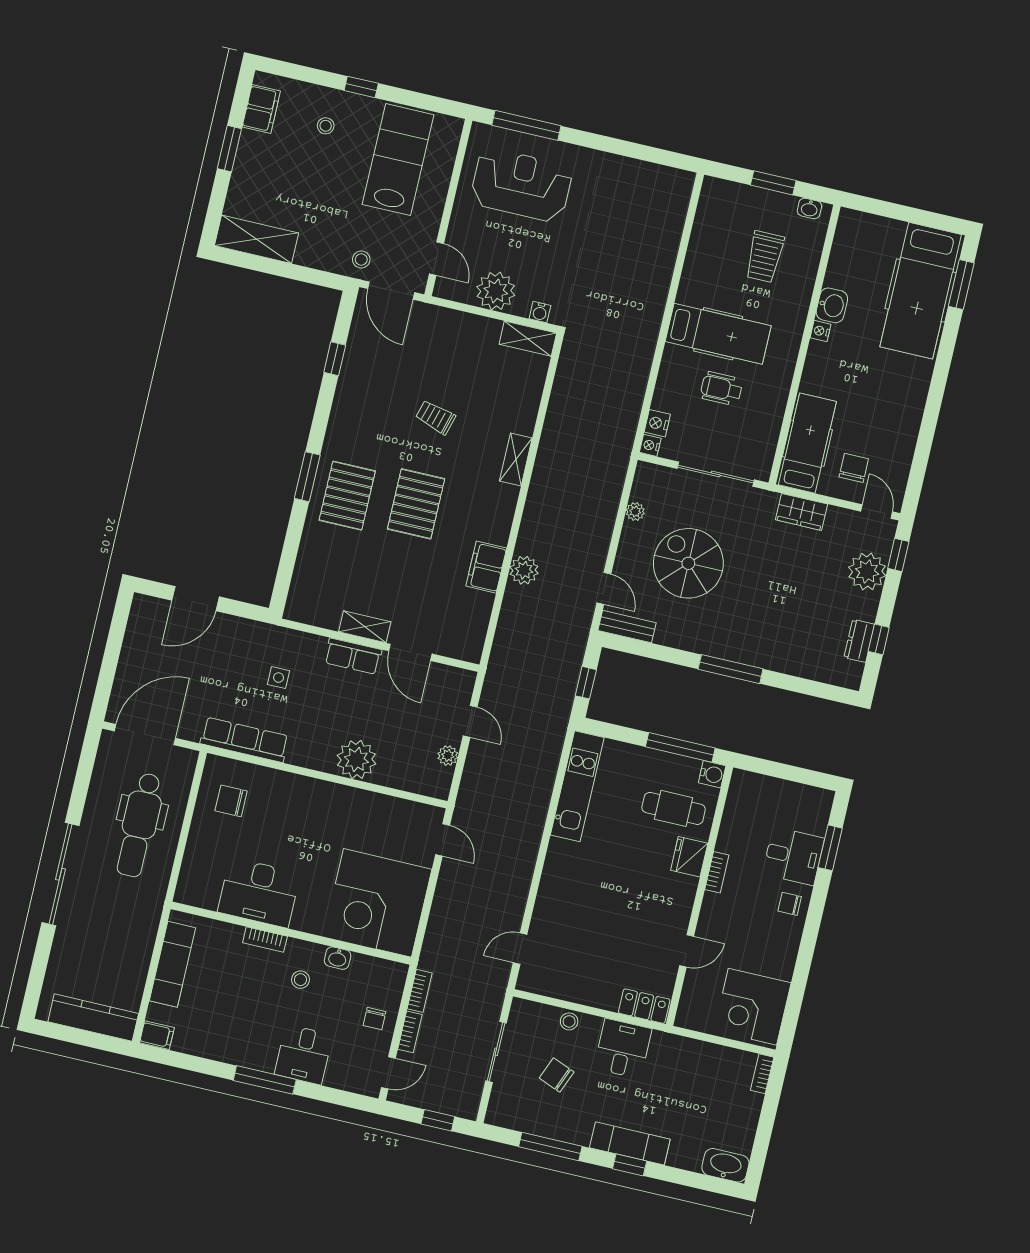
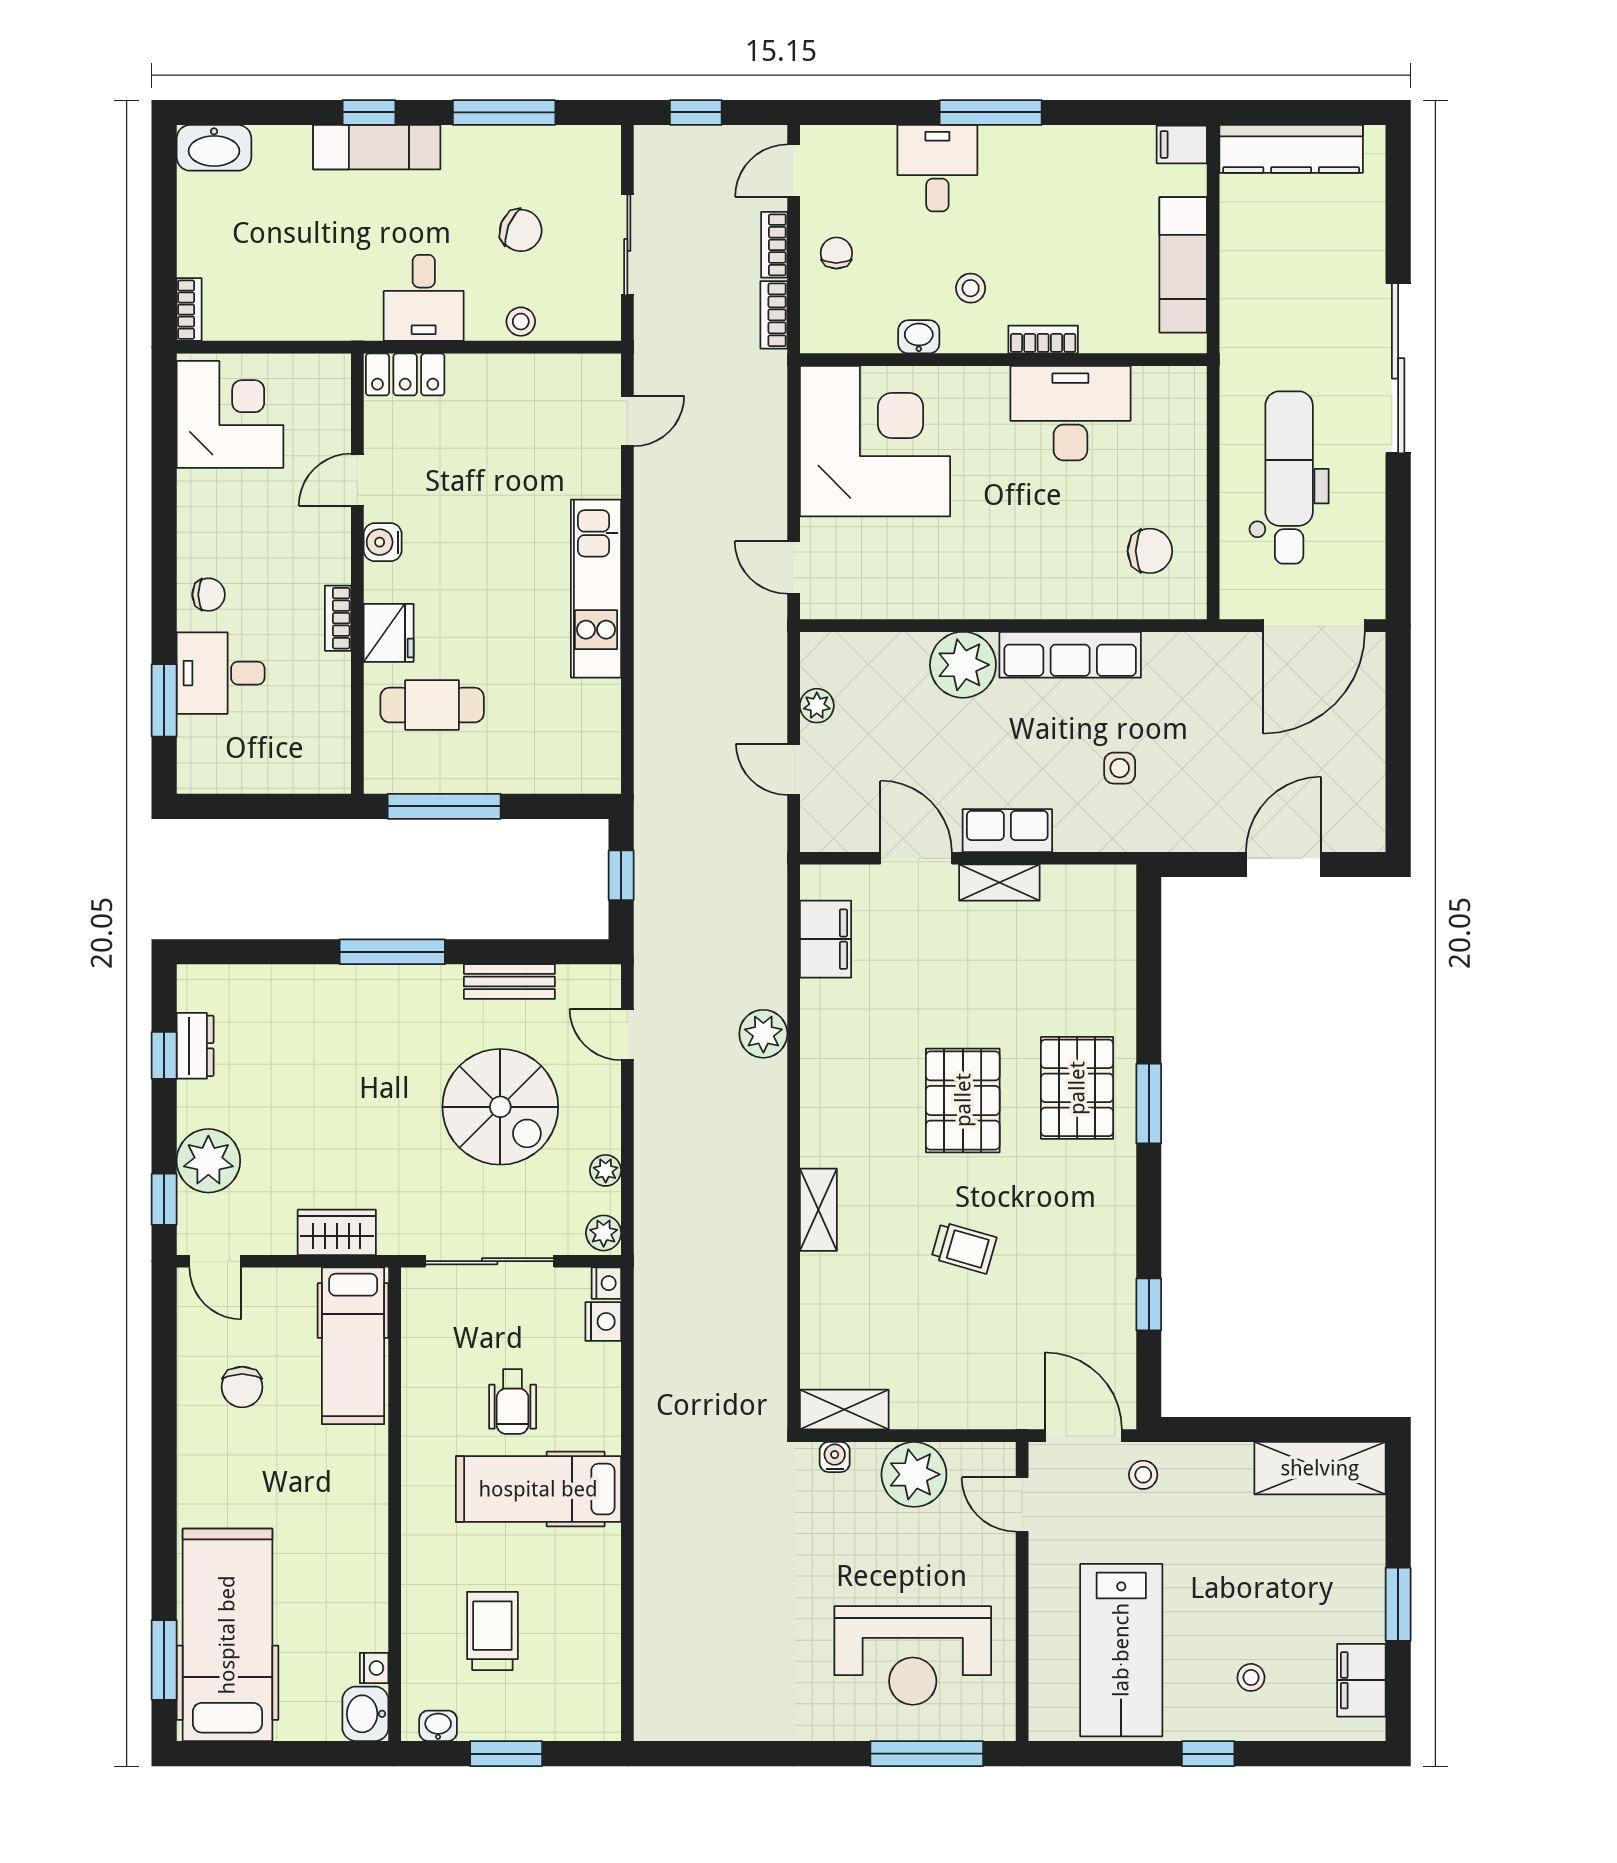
washbasin: (832, 305) -> (365, 1714), moved
nightstand: (820, 331) -> (374, 1668), moved
wheelchair: (721, 389) -> (513, 1402), turned 90
chair: (854, 468) -> (242, 1387), moved
plant: (645, 475) -> (604, 1233), added
filing cabinet: (486, 567) -> (825, 939), moved
bench: (627, 627) -> (509, 982), moved
row of seats: (244, 740) -> (1070, 655), moved
water cooler: (712, 774) -> (383, 542), moved
kitchen unit: (577, 786) -> (596, 589), moved

